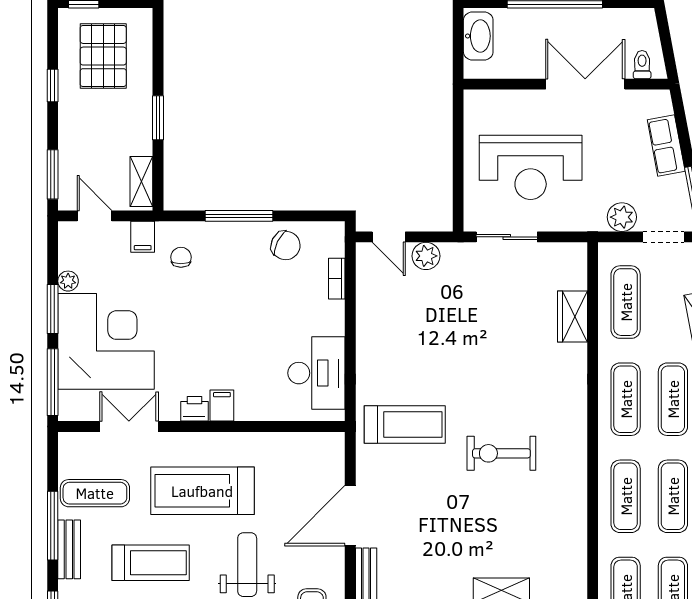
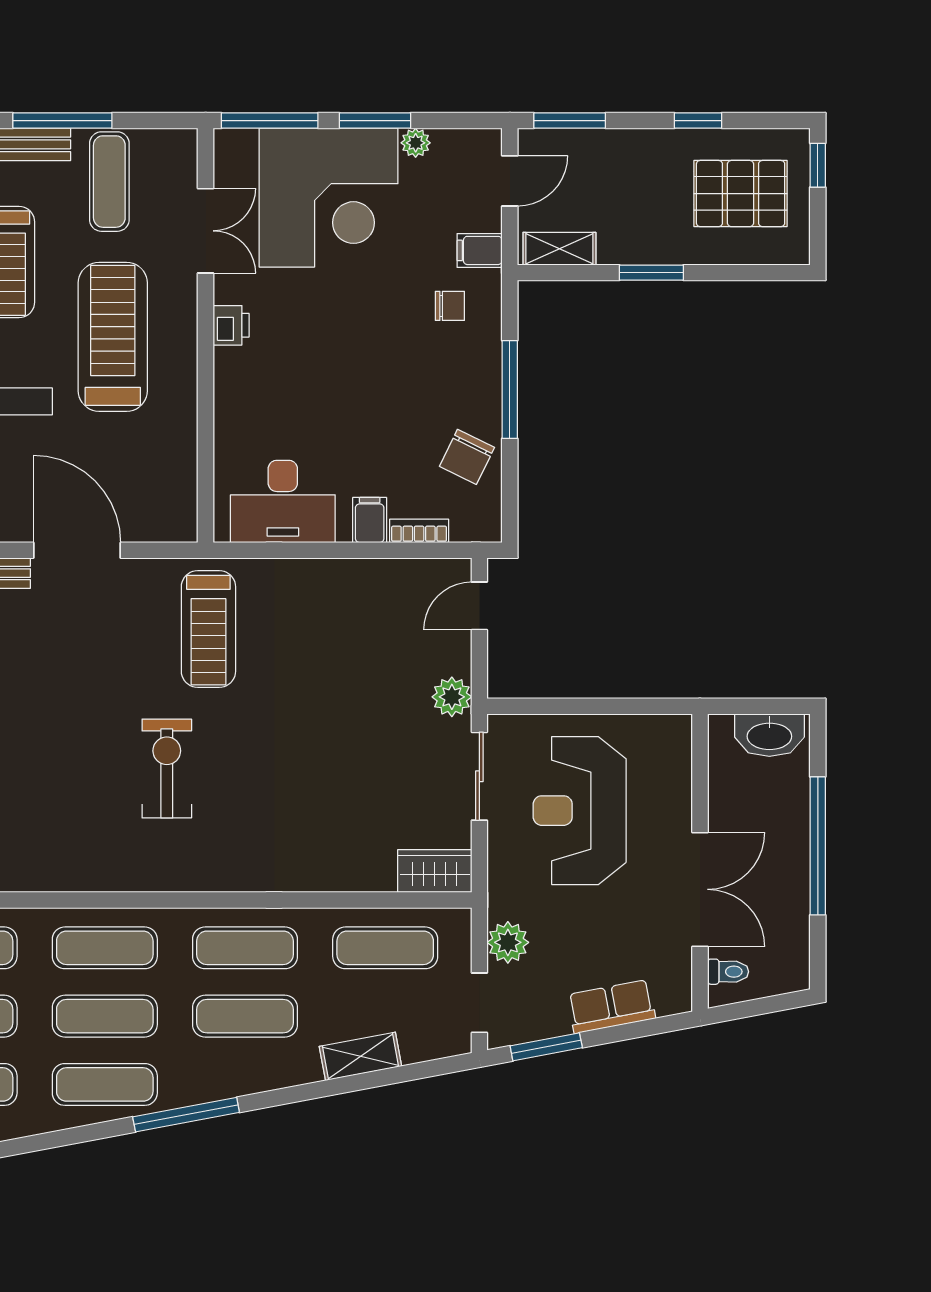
plant: (426, 256) -> (452, 697), moved
wardrobe: (572, 317) -> (435, 871), moved
filing cabinet: (222, 406) -> (370, 520), moved, turned -90

